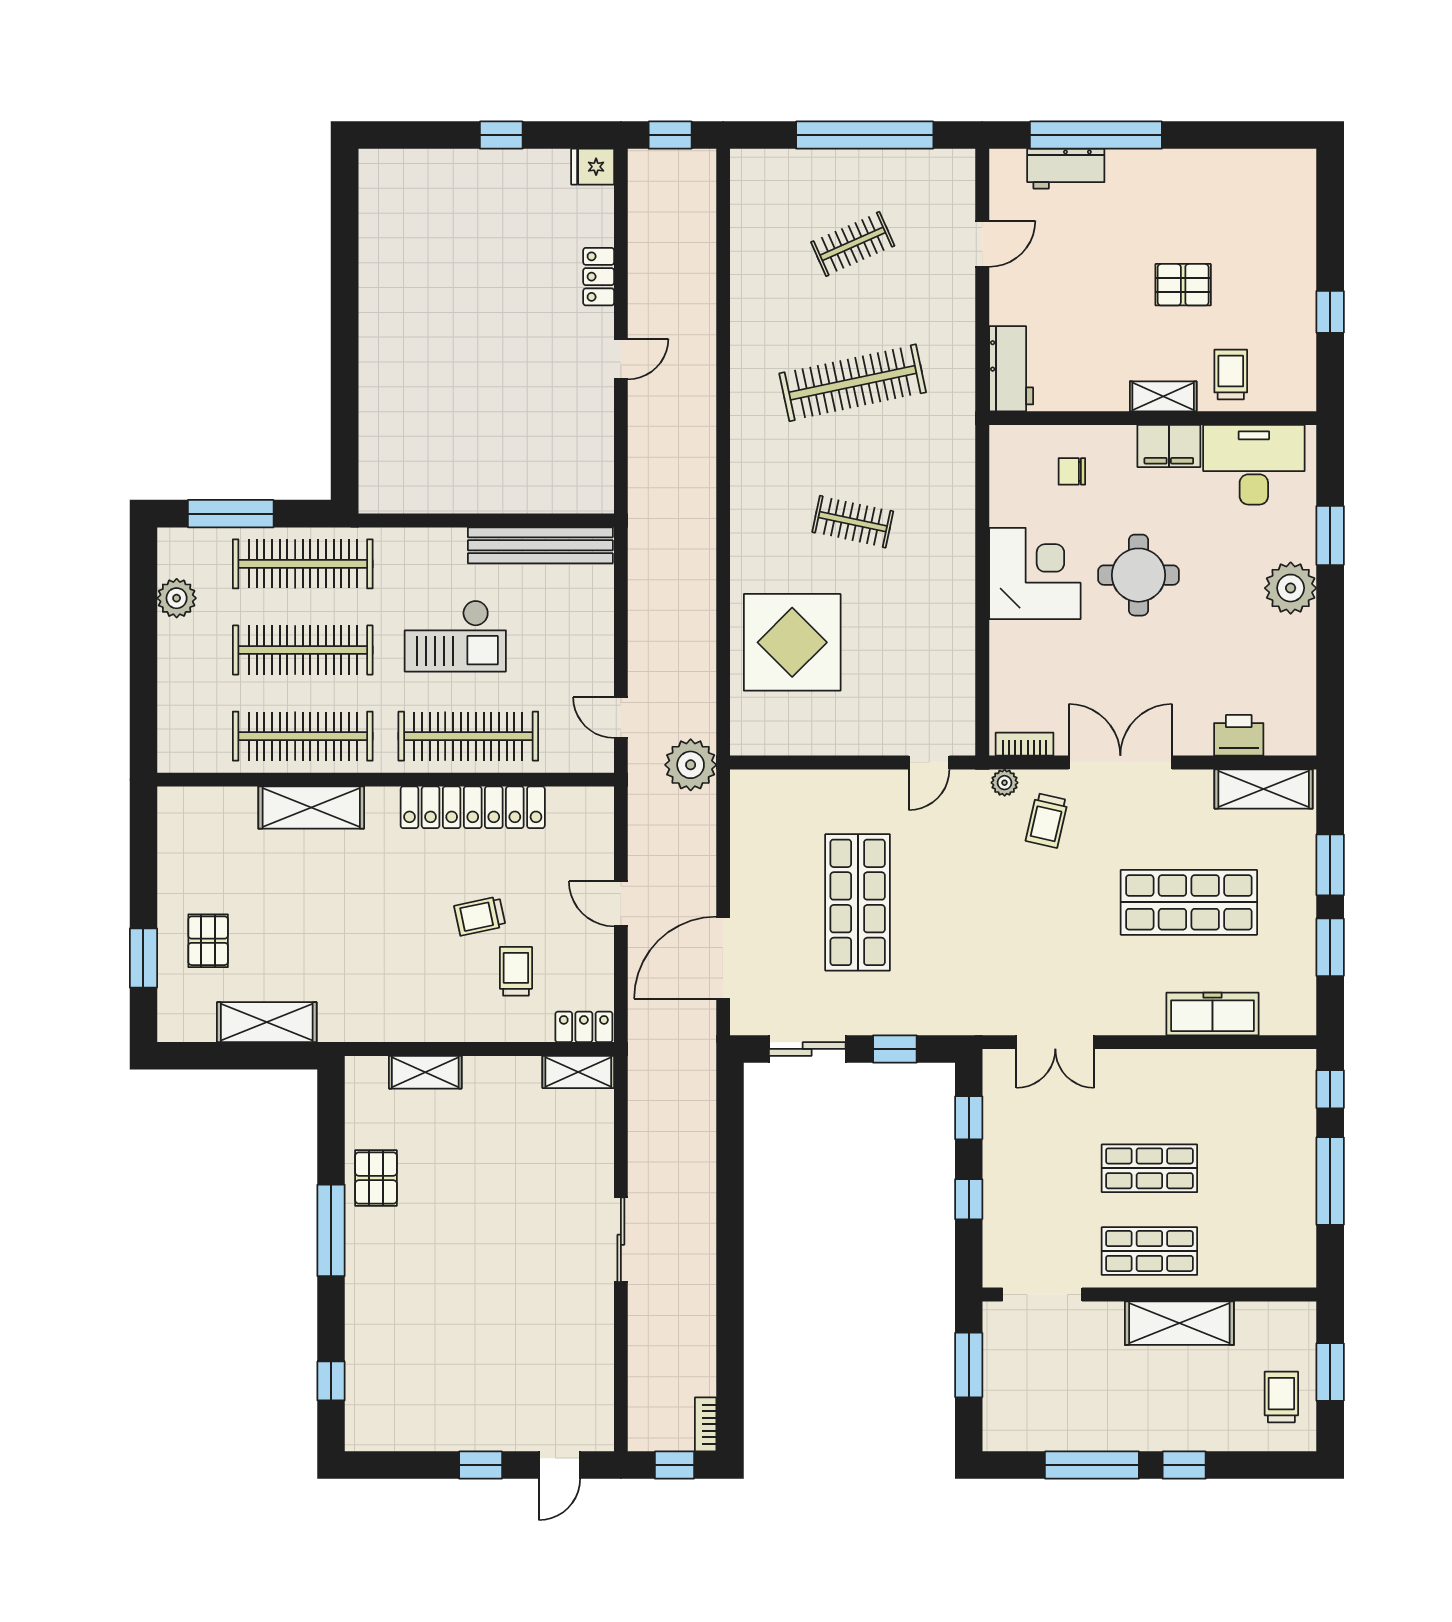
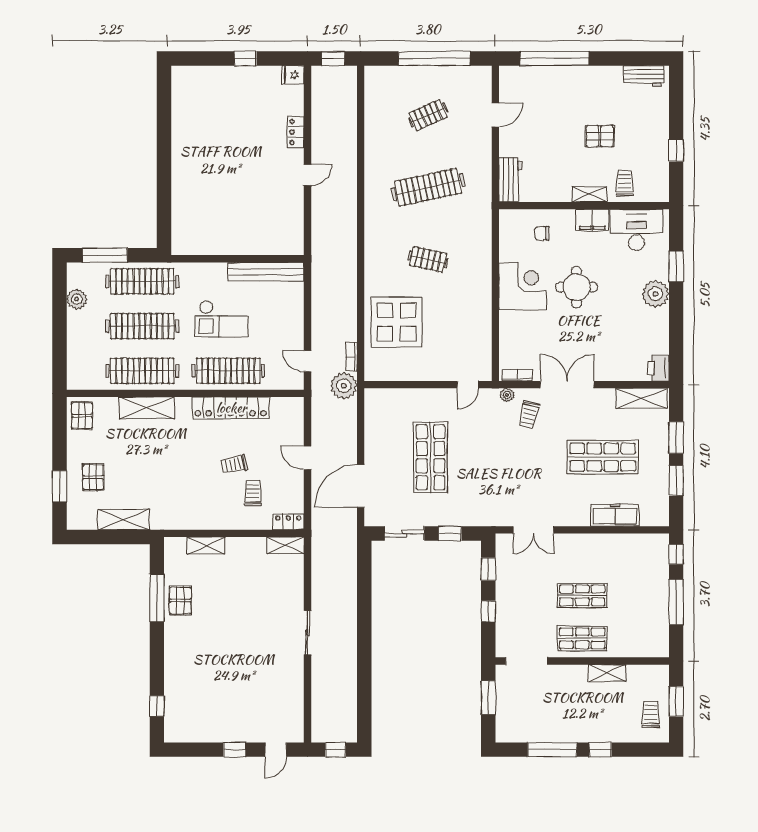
workbench: (1066, 169) -> (644, 76), moved
printer: (1239, 735) -> (658, 368), moved, turned -90
pallet: (187, 822) -> (82, 416), added
window: (331, 1230) -> (157, 598), moved
shelving: (1179, 1323) -> (607, 673), width x0.67, depth x0.75
bookcase: (706, 1424) -> (352, 357), moved

